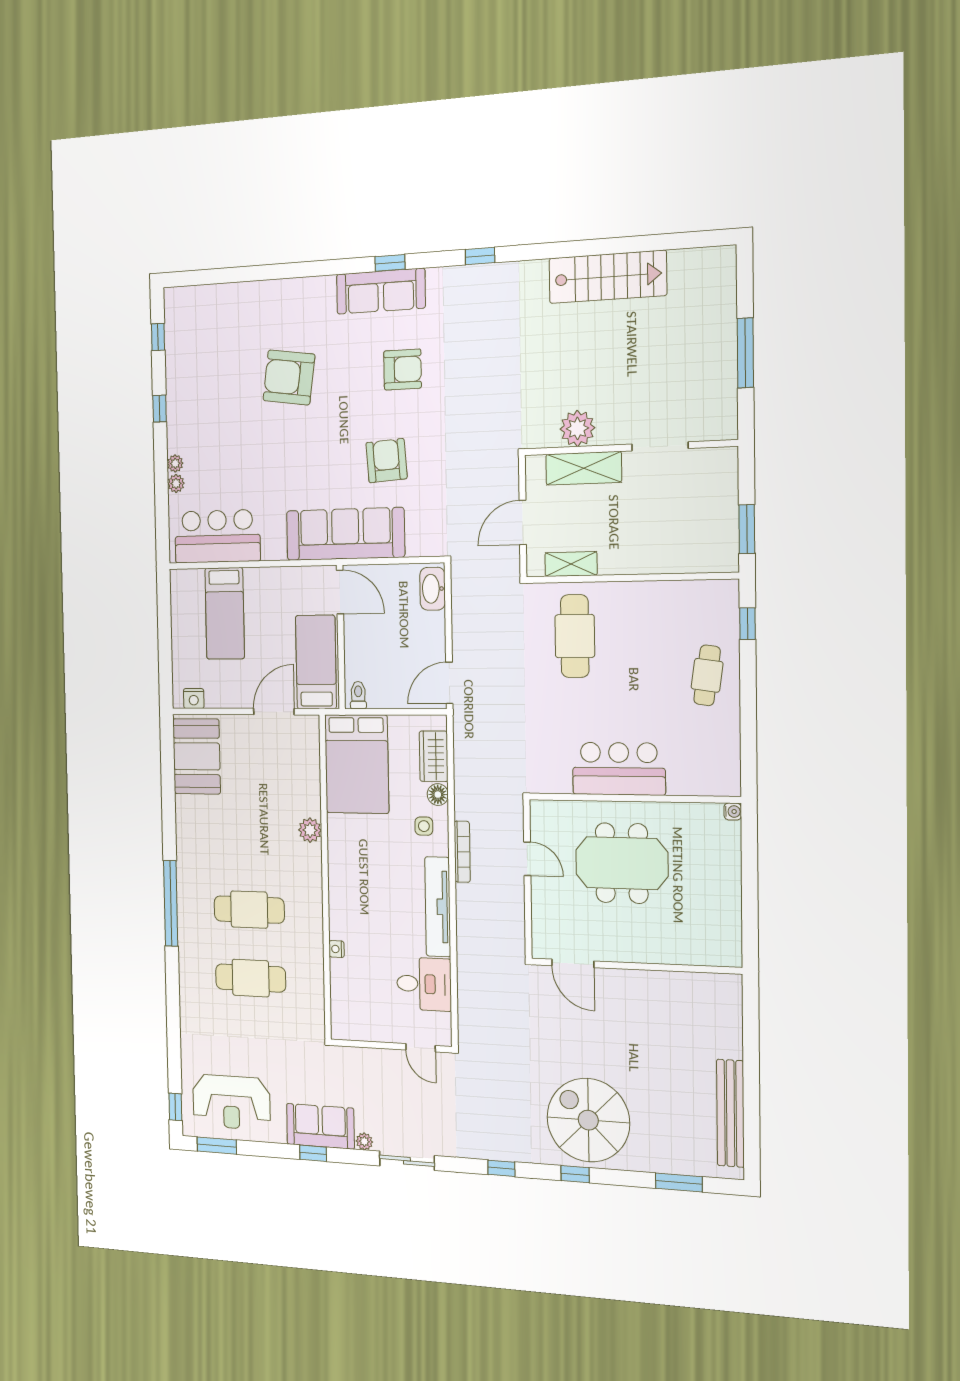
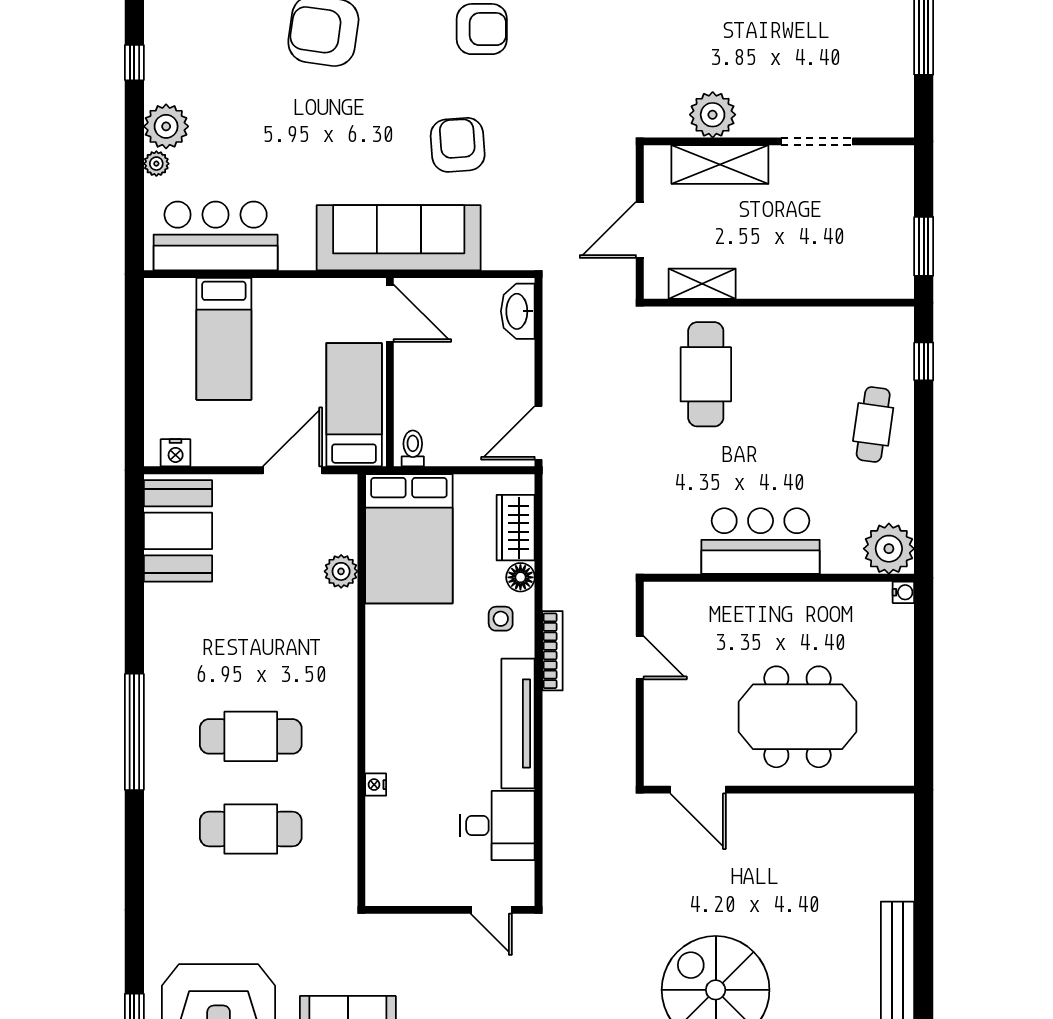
plant: (175, 463) -> (166, 126), width x1.87, depth x1.87
plant: (721, 776) -> (889, 549), added
plant: (310, 830) -> (341, 571), moved
meeting table: (622, 863) -> (797, 717), moved

